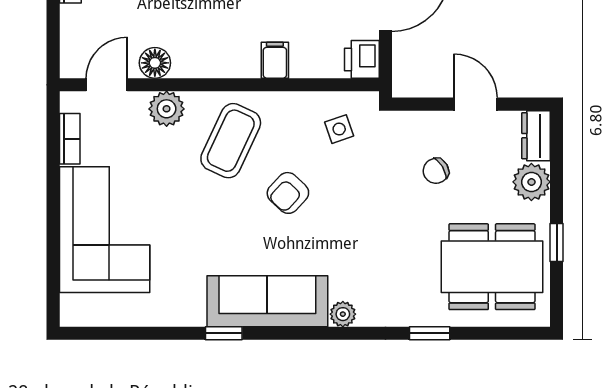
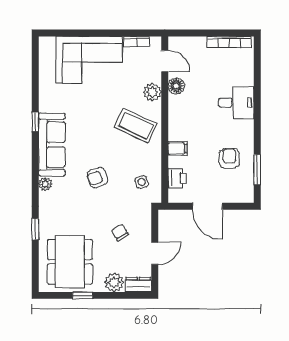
printer: (362, 59) -> (177, 178), moved, turned 90
armchair: (288, 193) -> (97, 178), moved, turned -63

